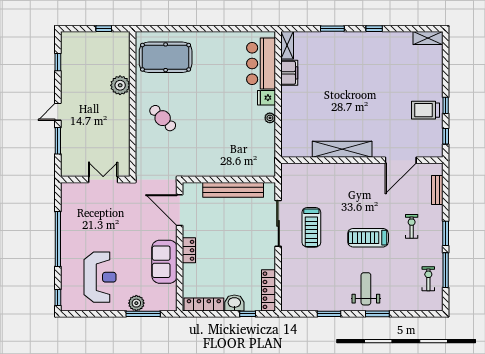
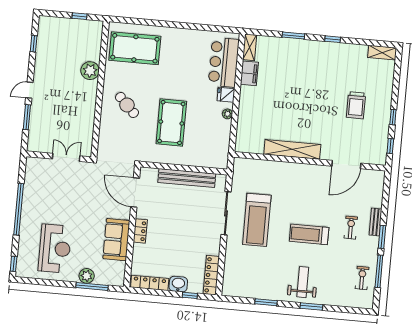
trolley: (425, 110) -> (356, 105), moved, turned -90
pool table: (211, 132) -> (171, 123), added
bench: (437, 190) -> (376, 222), moved
treadmill: (311, 227) -> (257, 220), width x1.37, depth x1.38

